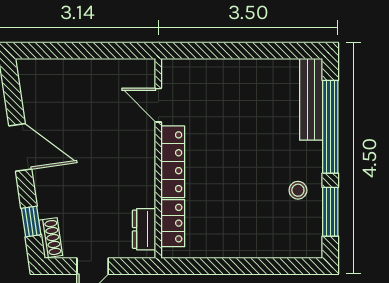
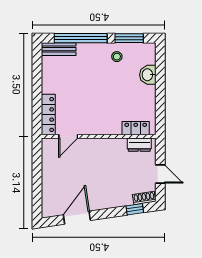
bench: (311, 99) -> (59, 49), width x0.73
door: (20, 147) -> (77, 218), moved
locker: (173, 162) -> (48, 115), moved, turned 90
washbasin: (266, 244) -> (148, 75), added

